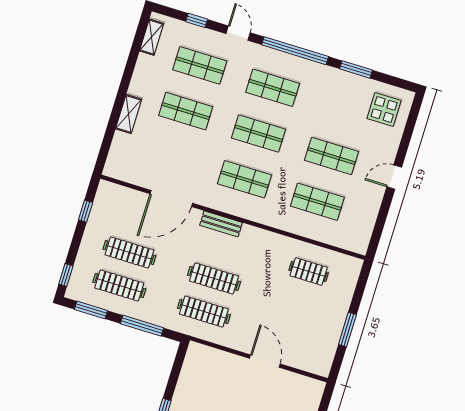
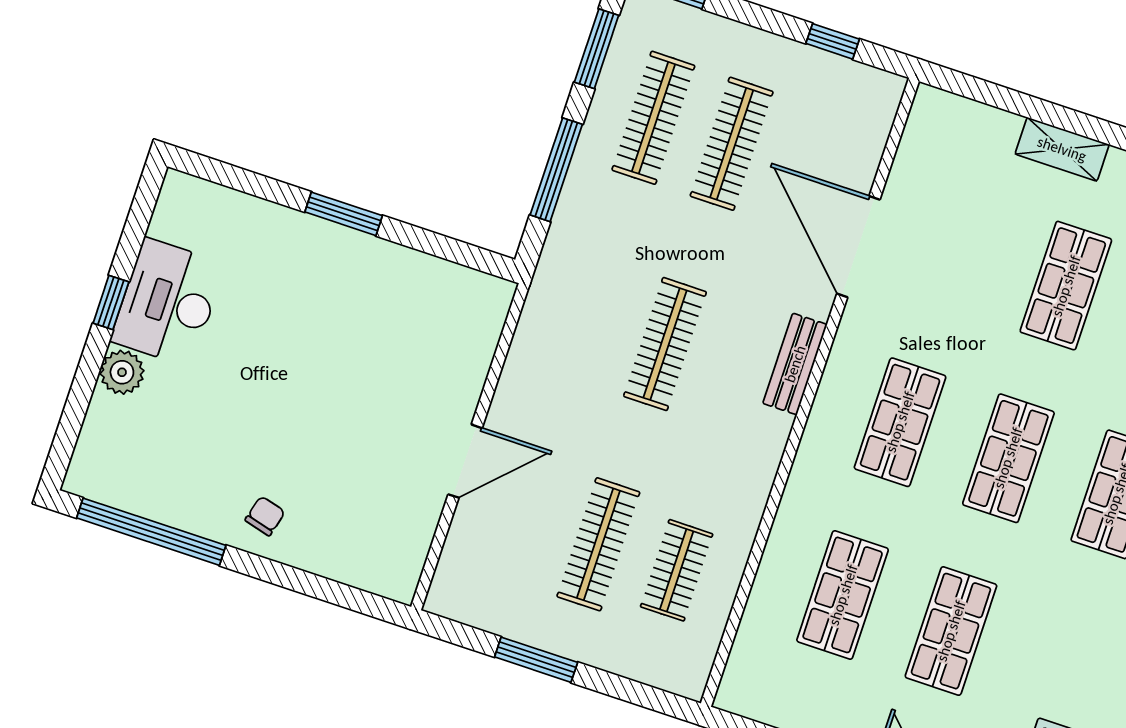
clothes rail: (204, 312) -> (598, 544), moved

